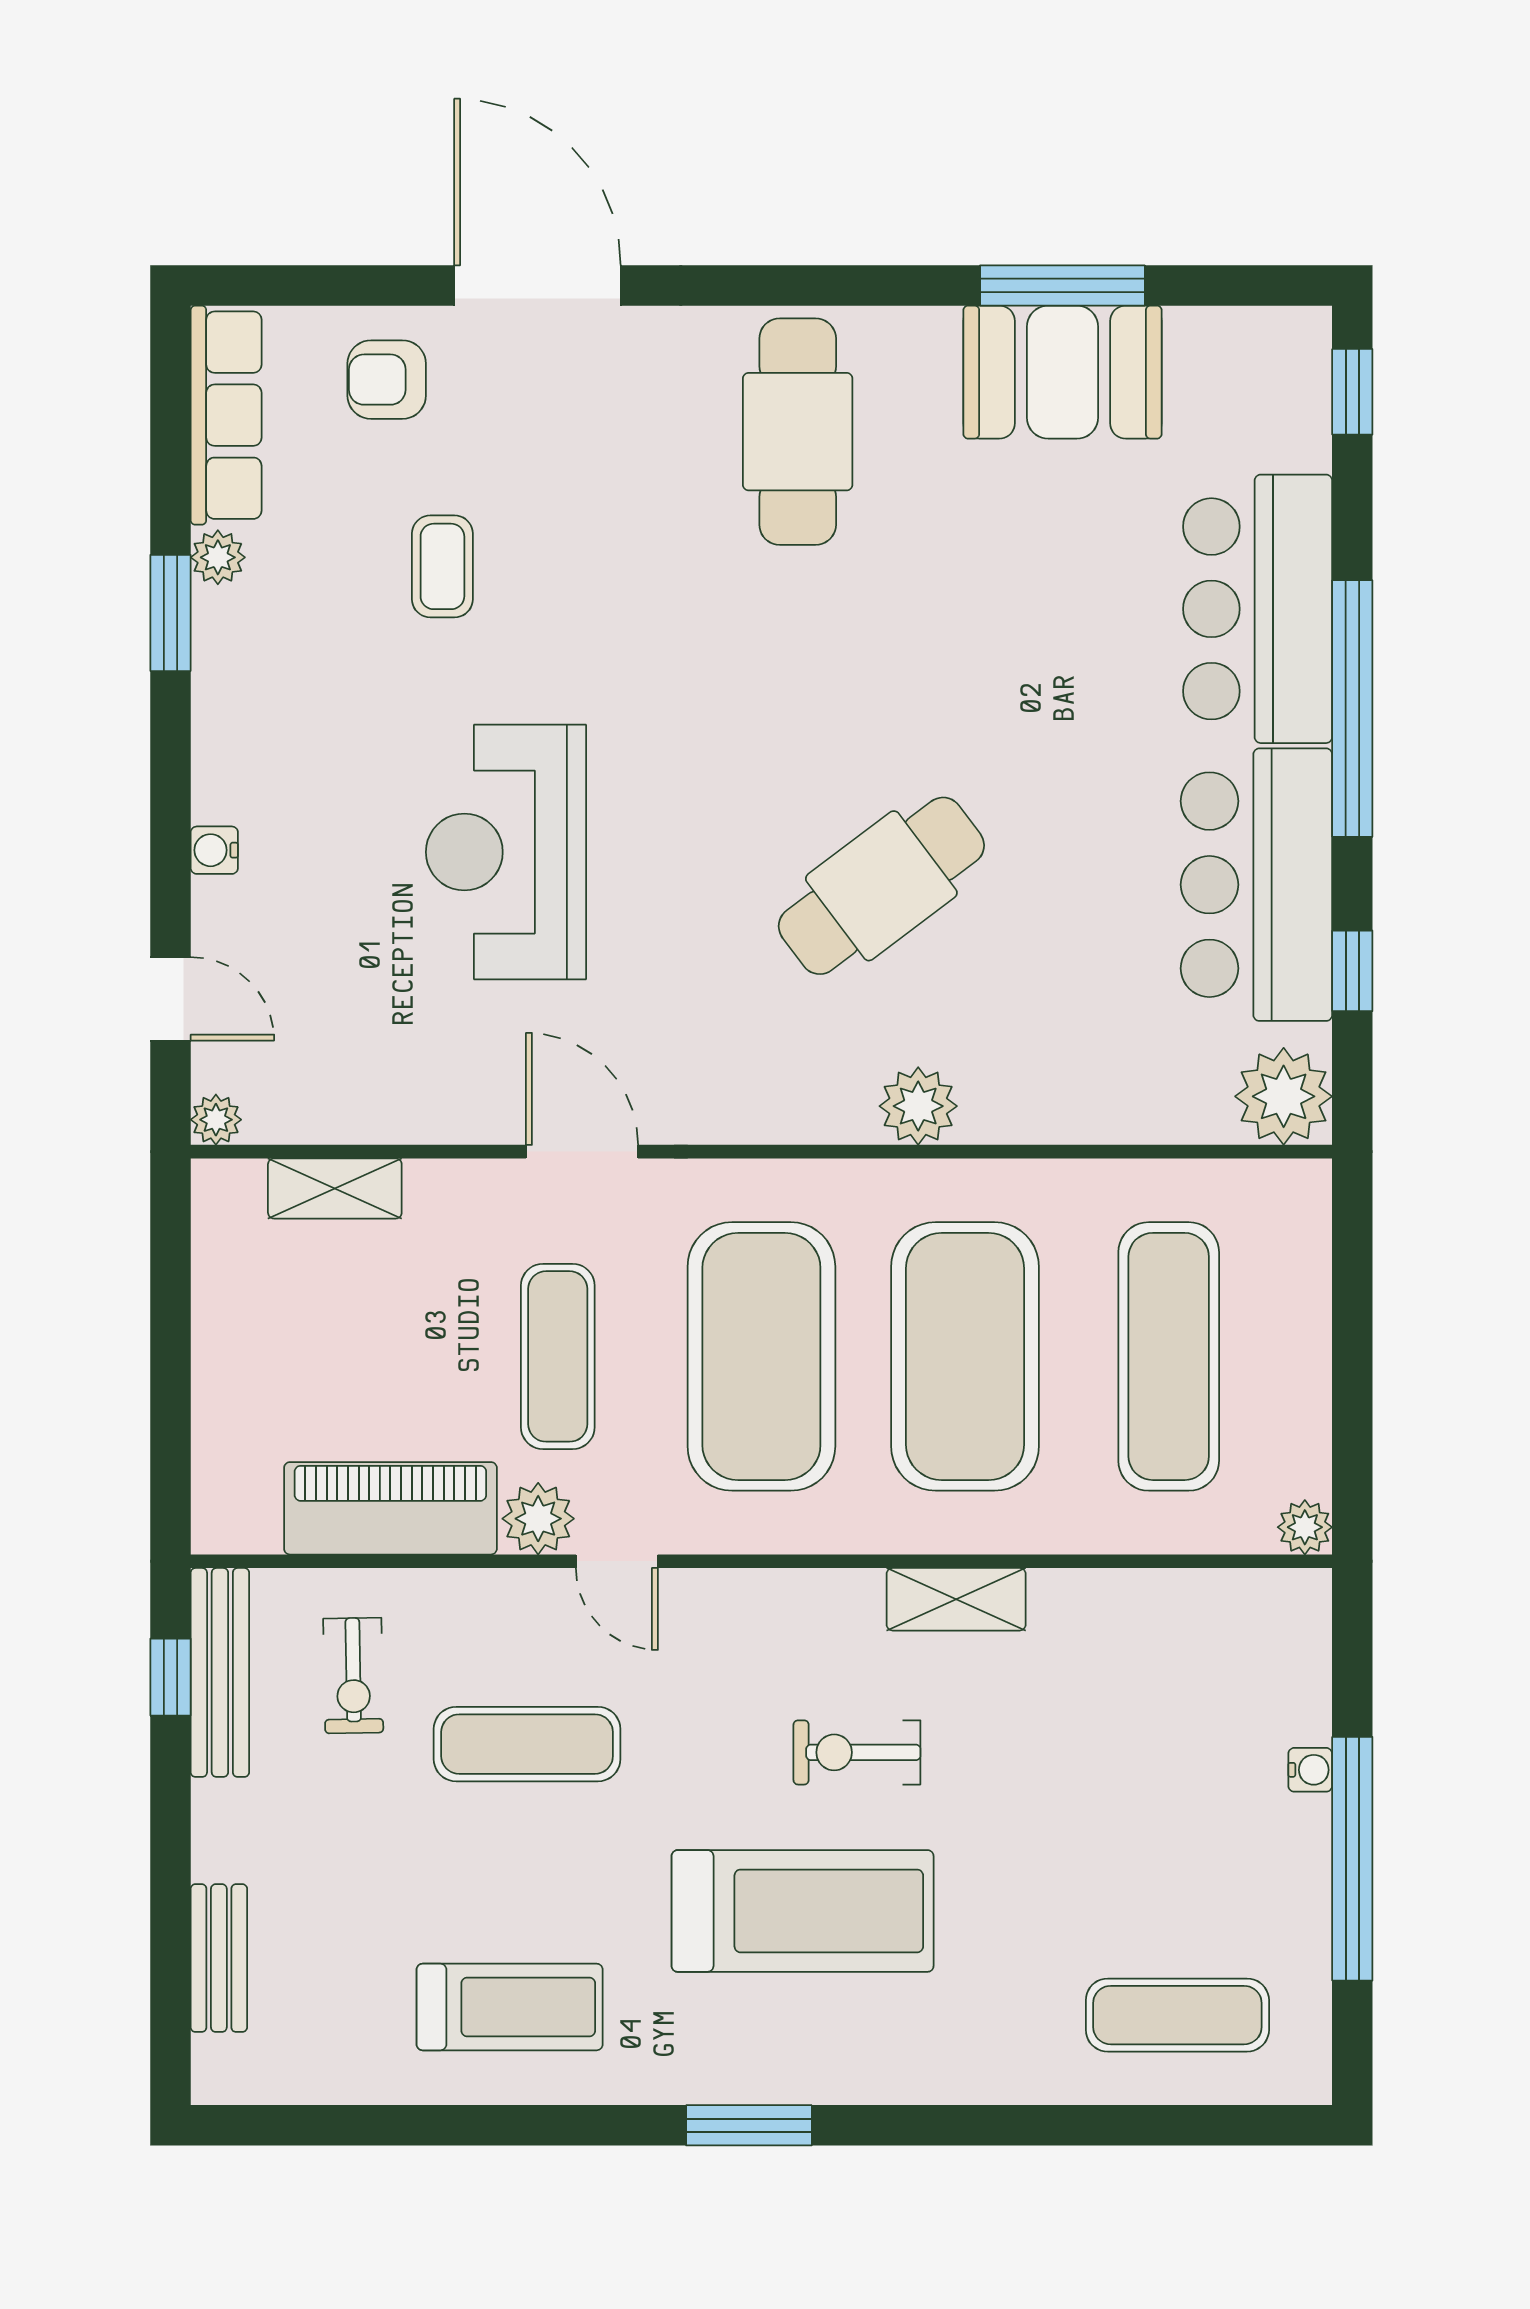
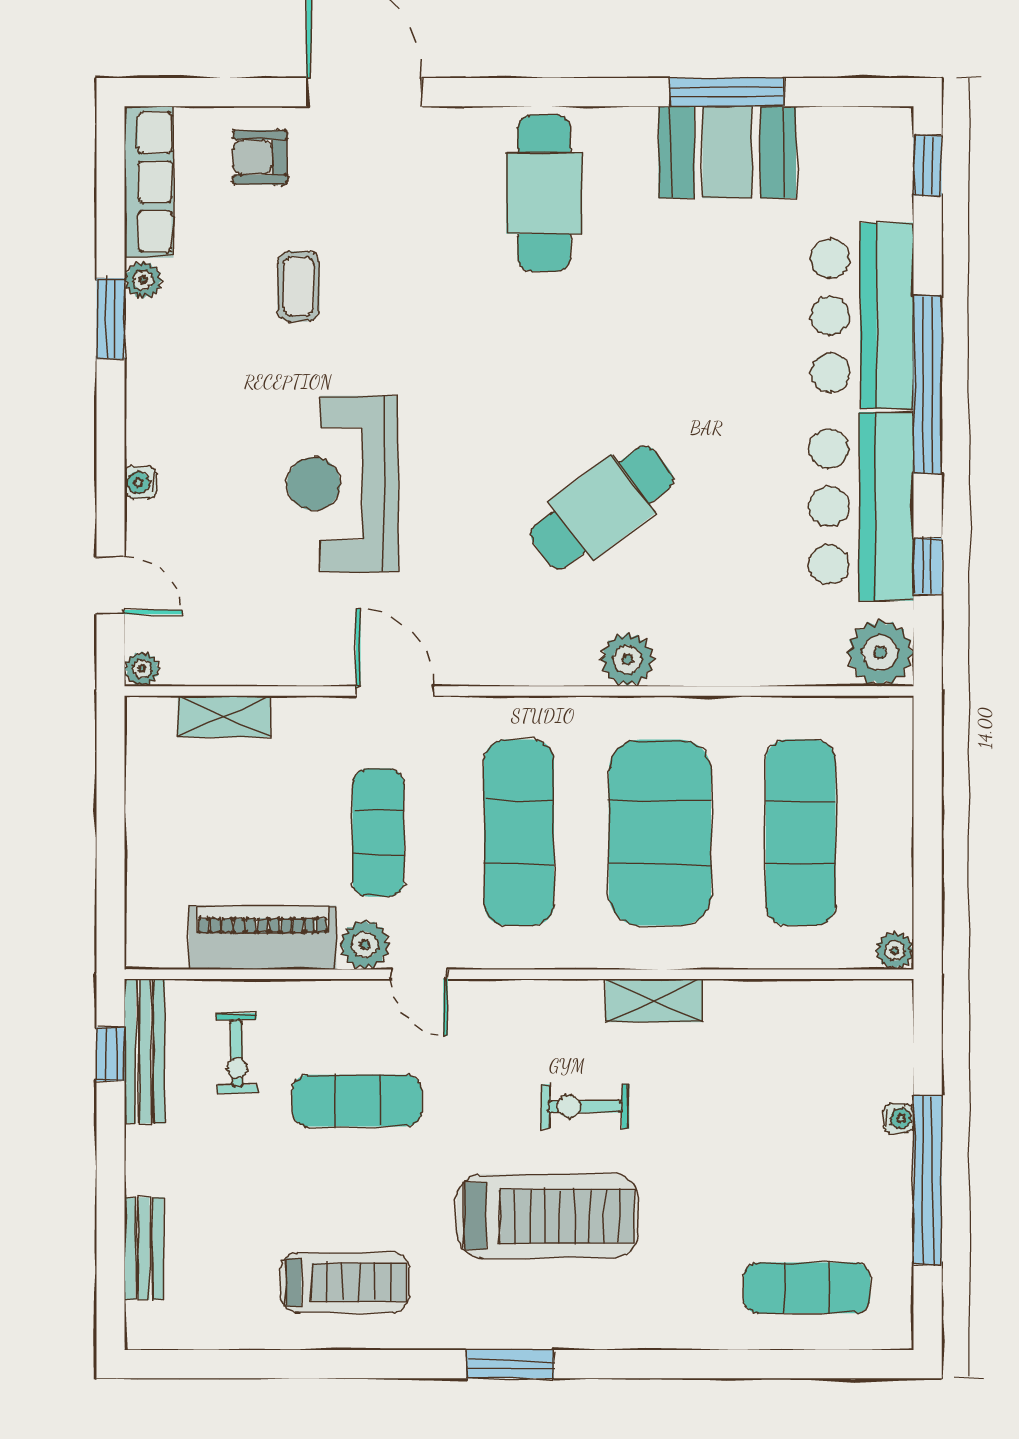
exercise mat: (761, 1356) -> (519, 833), width x0.68

